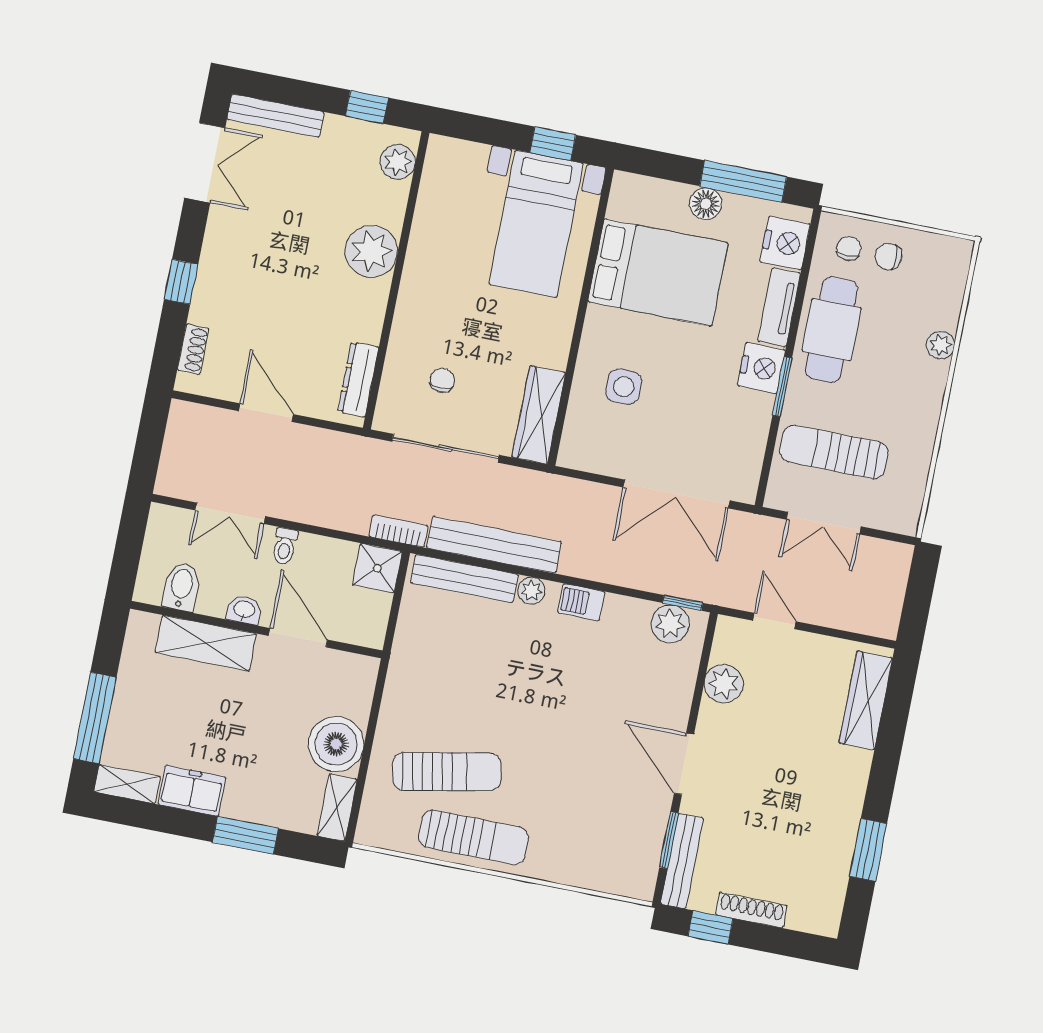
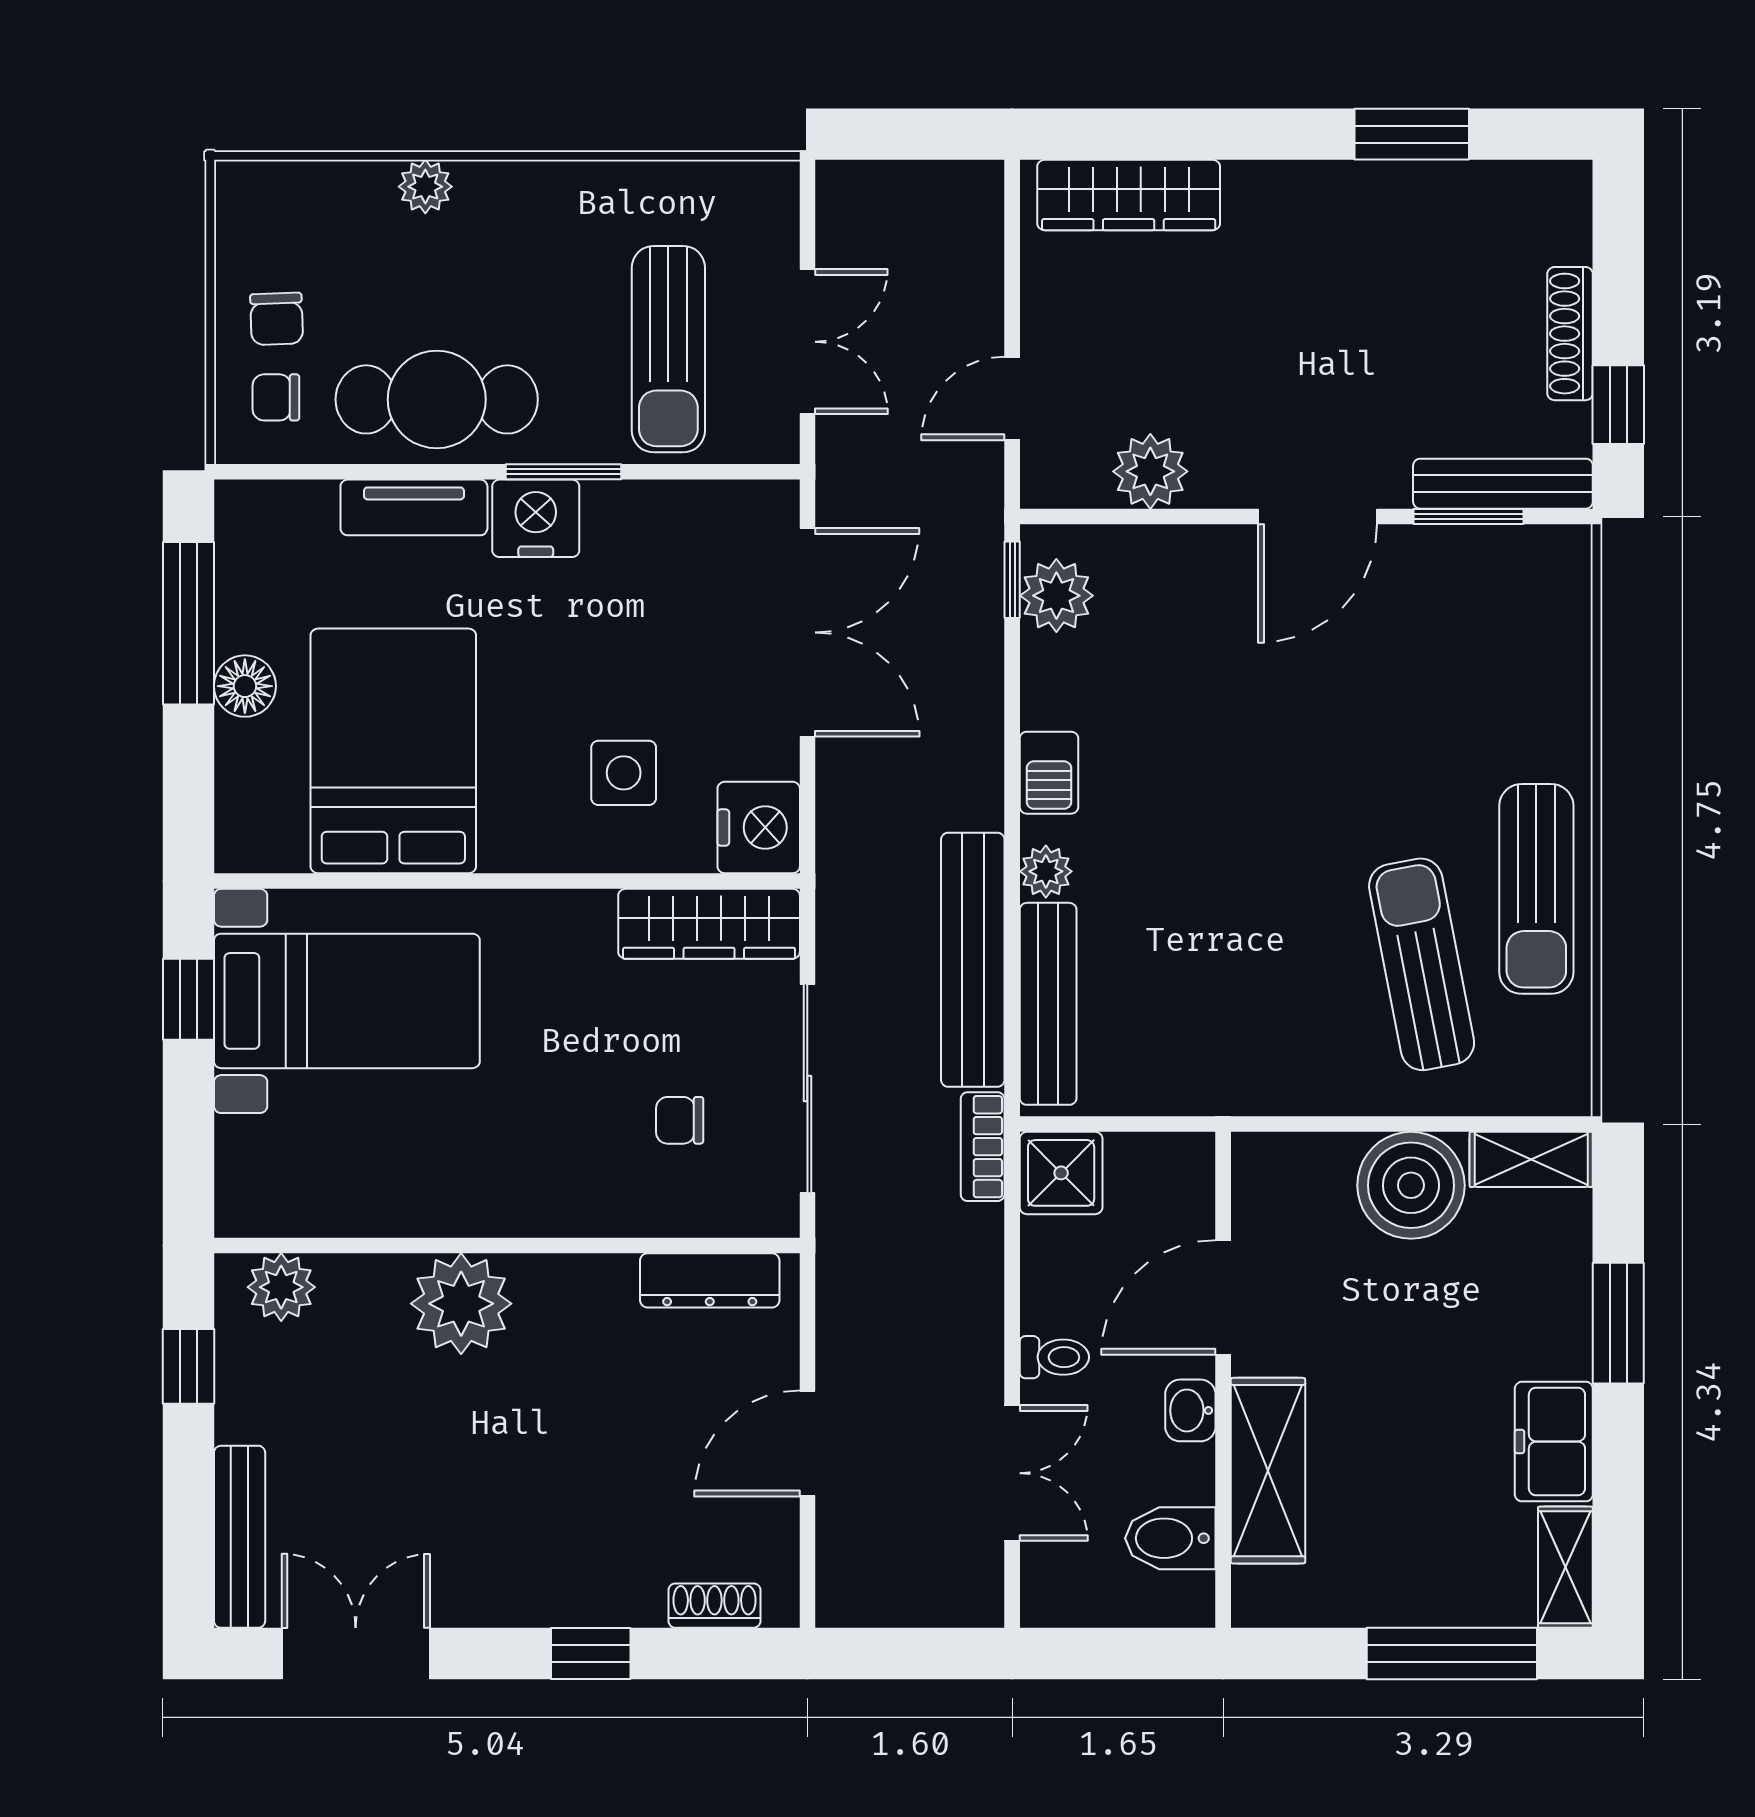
nightstand: (785, 243) -> (759, 827), moved, turned 90
sun lounger: (473, 837) -> (1536, 889), turned 180

